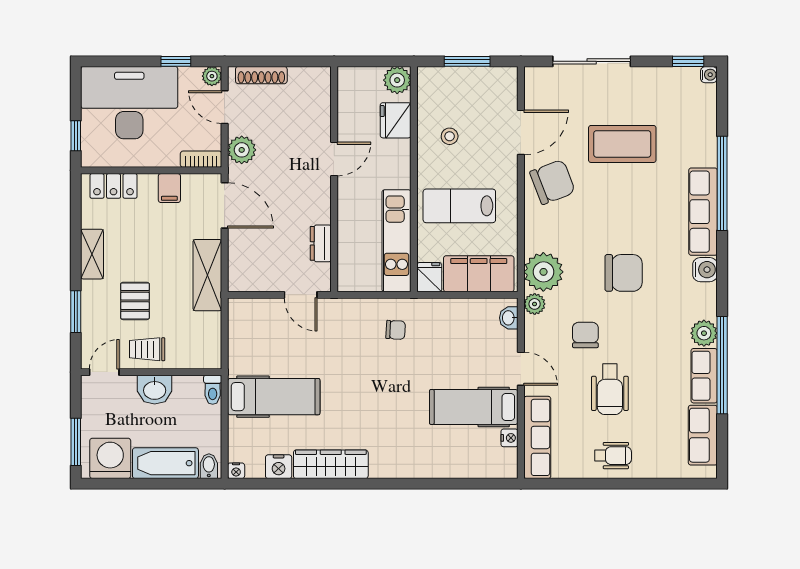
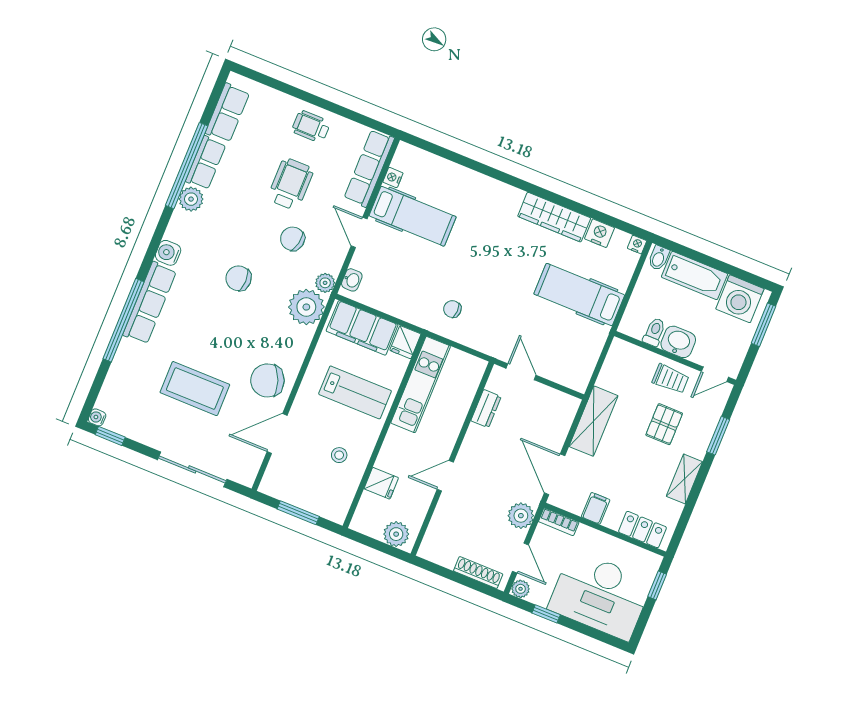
plant: (397, 80) -> (396, 534), moved
fridge: (396, 120) -> (381, 483), width x0.72
chair: (624, 273) -> (239, 278), width x0.73, depth x0.73
chair: (585, 335) -> (293, 239), turned 102
toilet: (213, 390) -> (654, 332), moved

